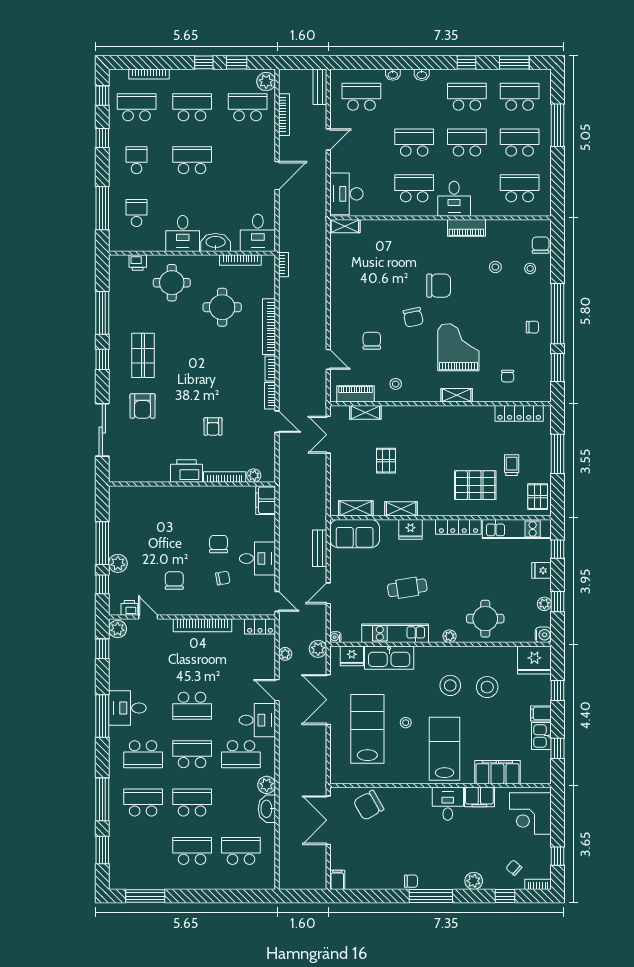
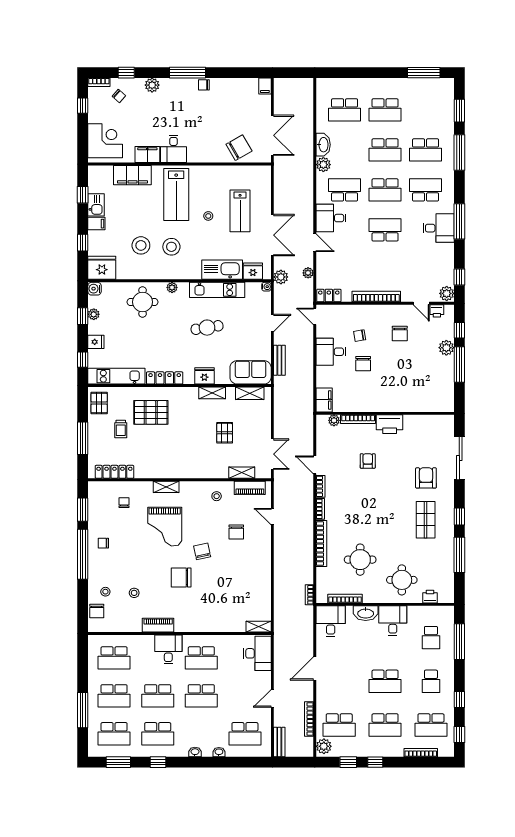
lab bench: (367, 729) -> (240, 211), width x0.73, depth x0.72

